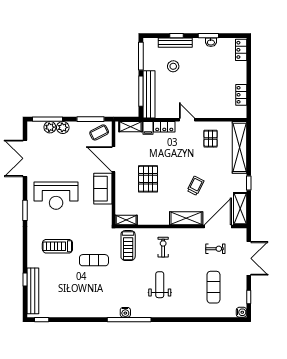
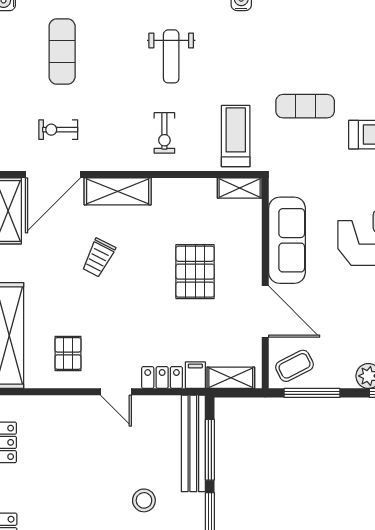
sofa: (103, 189) -> (287, 240), width x1.36

